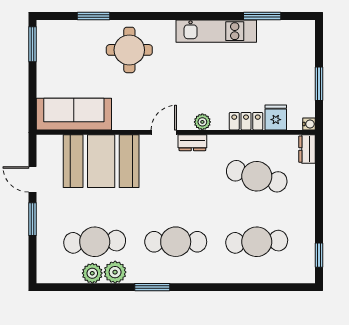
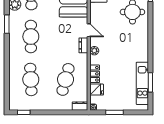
kitchen unit: (216, 31) -> (142, 83), moved

